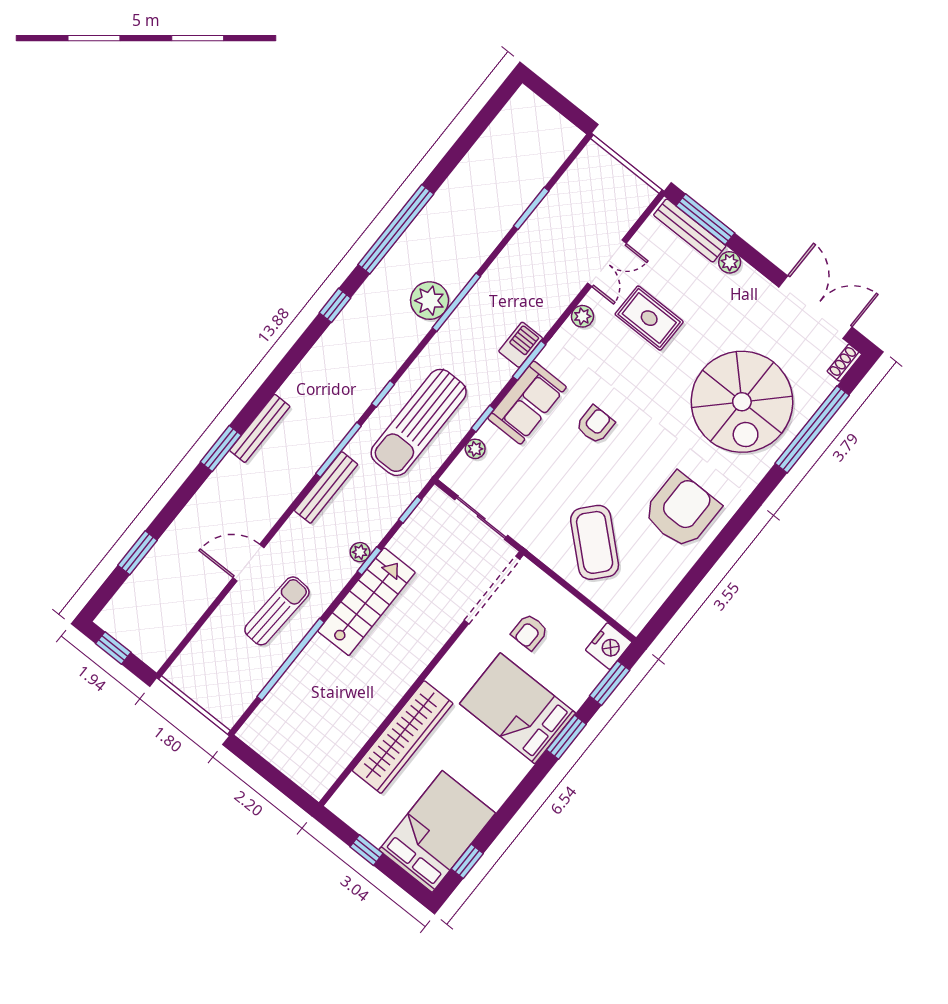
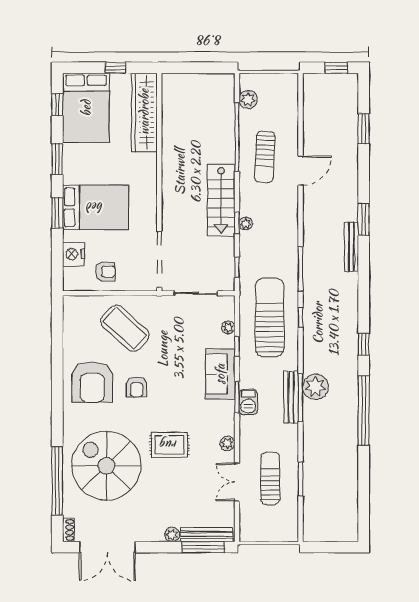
sun lounger: (565, 237) -> (270, 478), added
rug: (649, 318) -> (169, 445), moved
armchair: (595, 425) -> (137, 387), moved
bench: (326, 487) -> (291, 397), moved
armchair: (529, 632) -> (106, 272), moved, turned 90
nightstand: (609, 646) -> (73, 254), moved
window: (610, 683) -> (57, 159), moved
plant: (243, 692) -> (248, 100), added
wardrobe: (403, 737) -> (144, 112), moved

